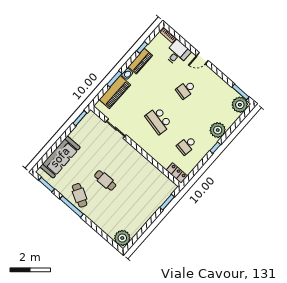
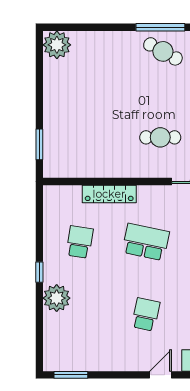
plant: (240, 105) -> (57, 357), removed
locker: (177, 173) -> (109, 194), moved, width x1.53
cafe table: (105, 180) -> (160, 137), moved

